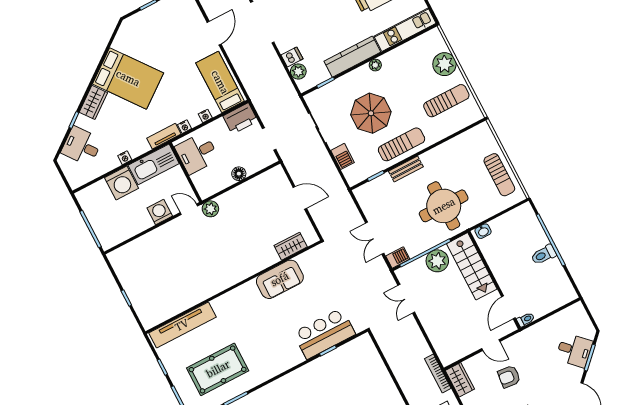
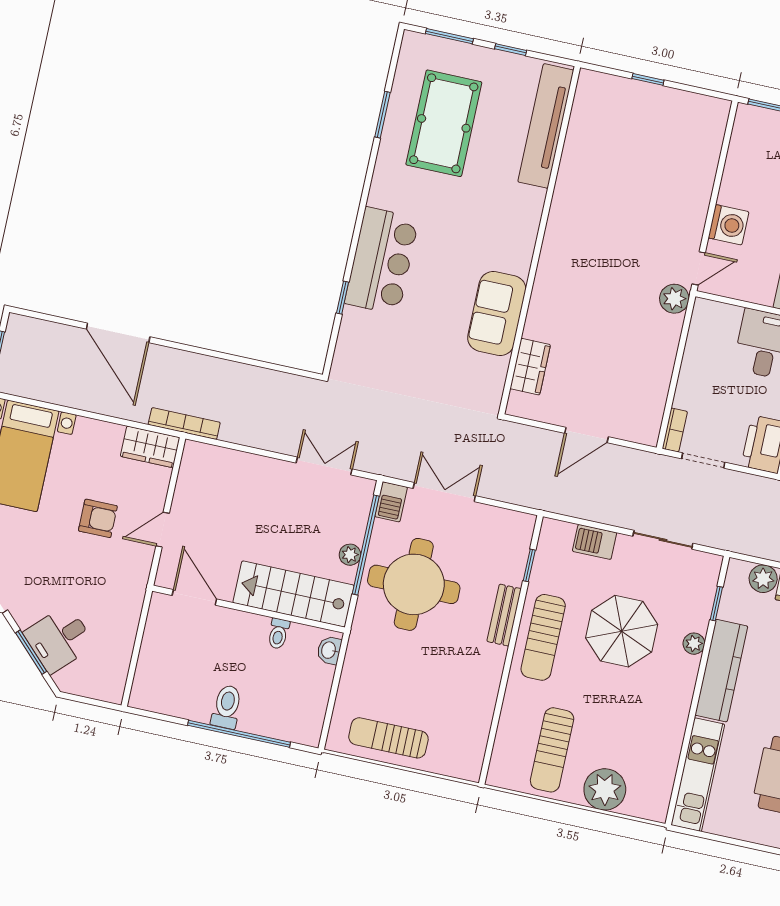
plant: (375, 65) -> (694, 644), moved
bookcase: (266, 162) -> (675, 430), added
floor lamp: (239, 174) -> (690, 378), removed
round table: (444, 206) -> (414, 584), moved
plant: (437, 261) -> (350, 555), width x0.53, depth x0.53
toilet: (526, 320) -> (278, 634), moved
bar counter: (324, 334) -> (382, 261), moved
armchair: (509, 377) -> (98, 518), turned 84

